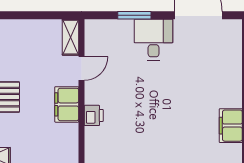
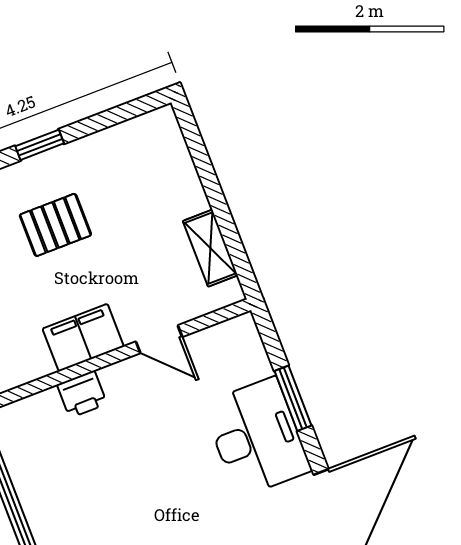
shelving: (70, 37) -> (210, 248), moved, turned 90
desk: (154, 40) -> (257, 437), width x1.37

